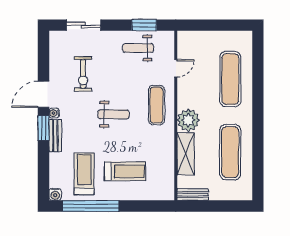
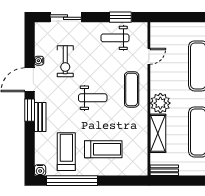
water cooler: (54, 113) -> (39, 61), moved

